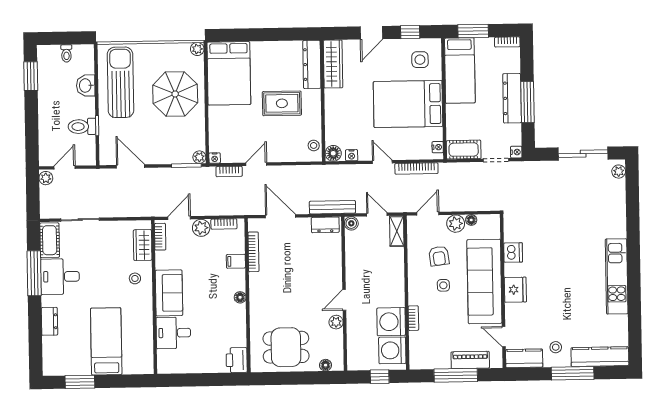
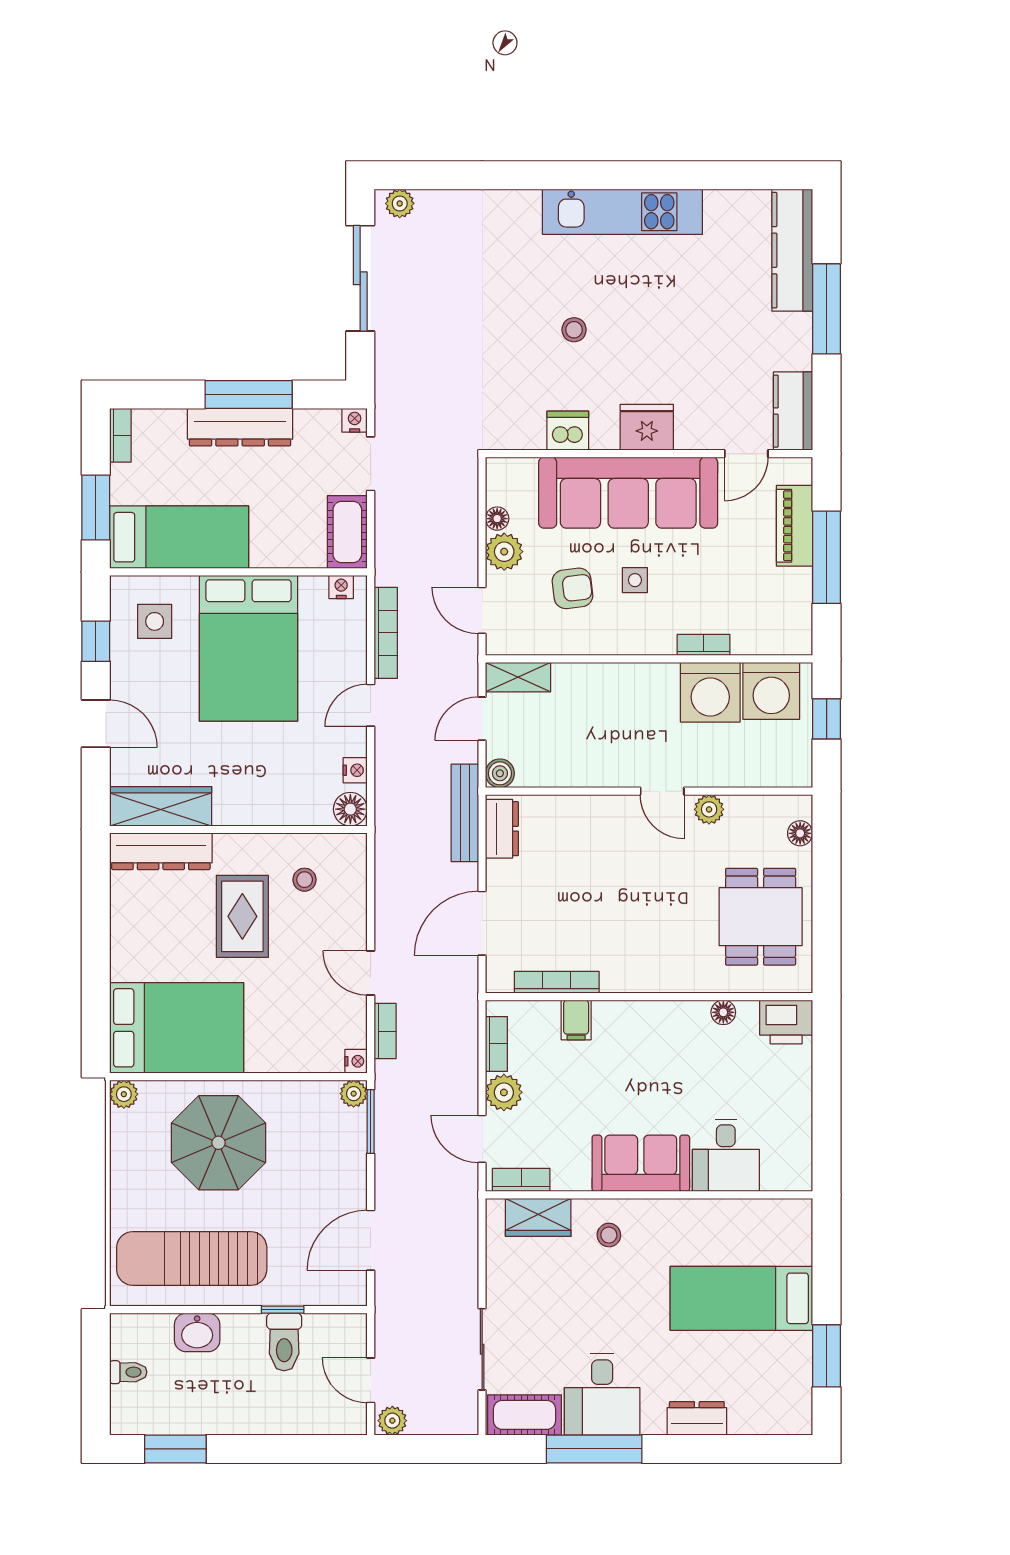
stool: (314, 145) -> (305, 880), moved
floor lamp: (240, 297) -> (723, 1012), moved
stool: (556, 347) -> (574, 330), moved

